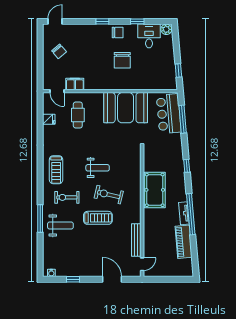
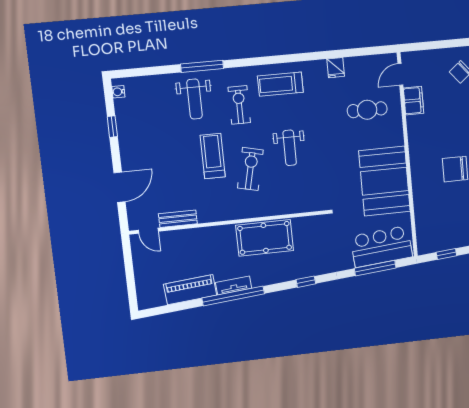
fridge: (49, 119) -> (336, 68), moved
treadmill: (98, 218) -> (213, 156), turned 180
bench: (136, 240) -> (178, 219), width x0.73

